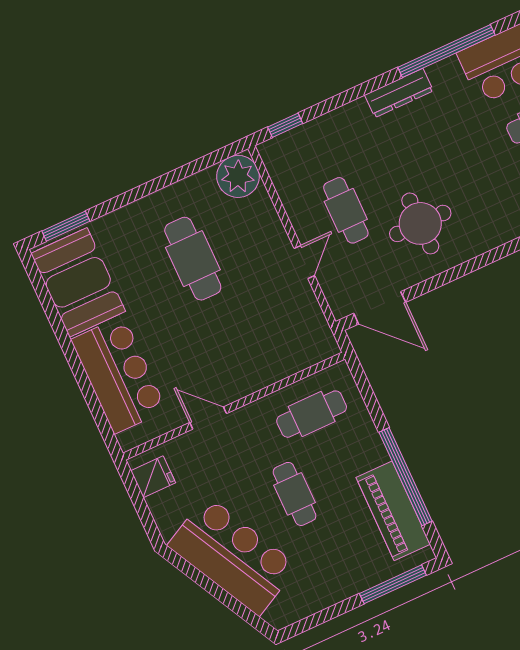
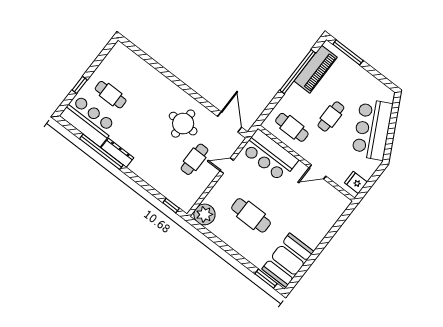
dresser: (399, 93) -> (117, 153), moved
cafe table: (193, 259) -> (251, 215), turned 90
bar counter: (119, 375) -> (270, 155), moved, turned -90
door: (208, 418) -> (317, 172), hinge flipped

